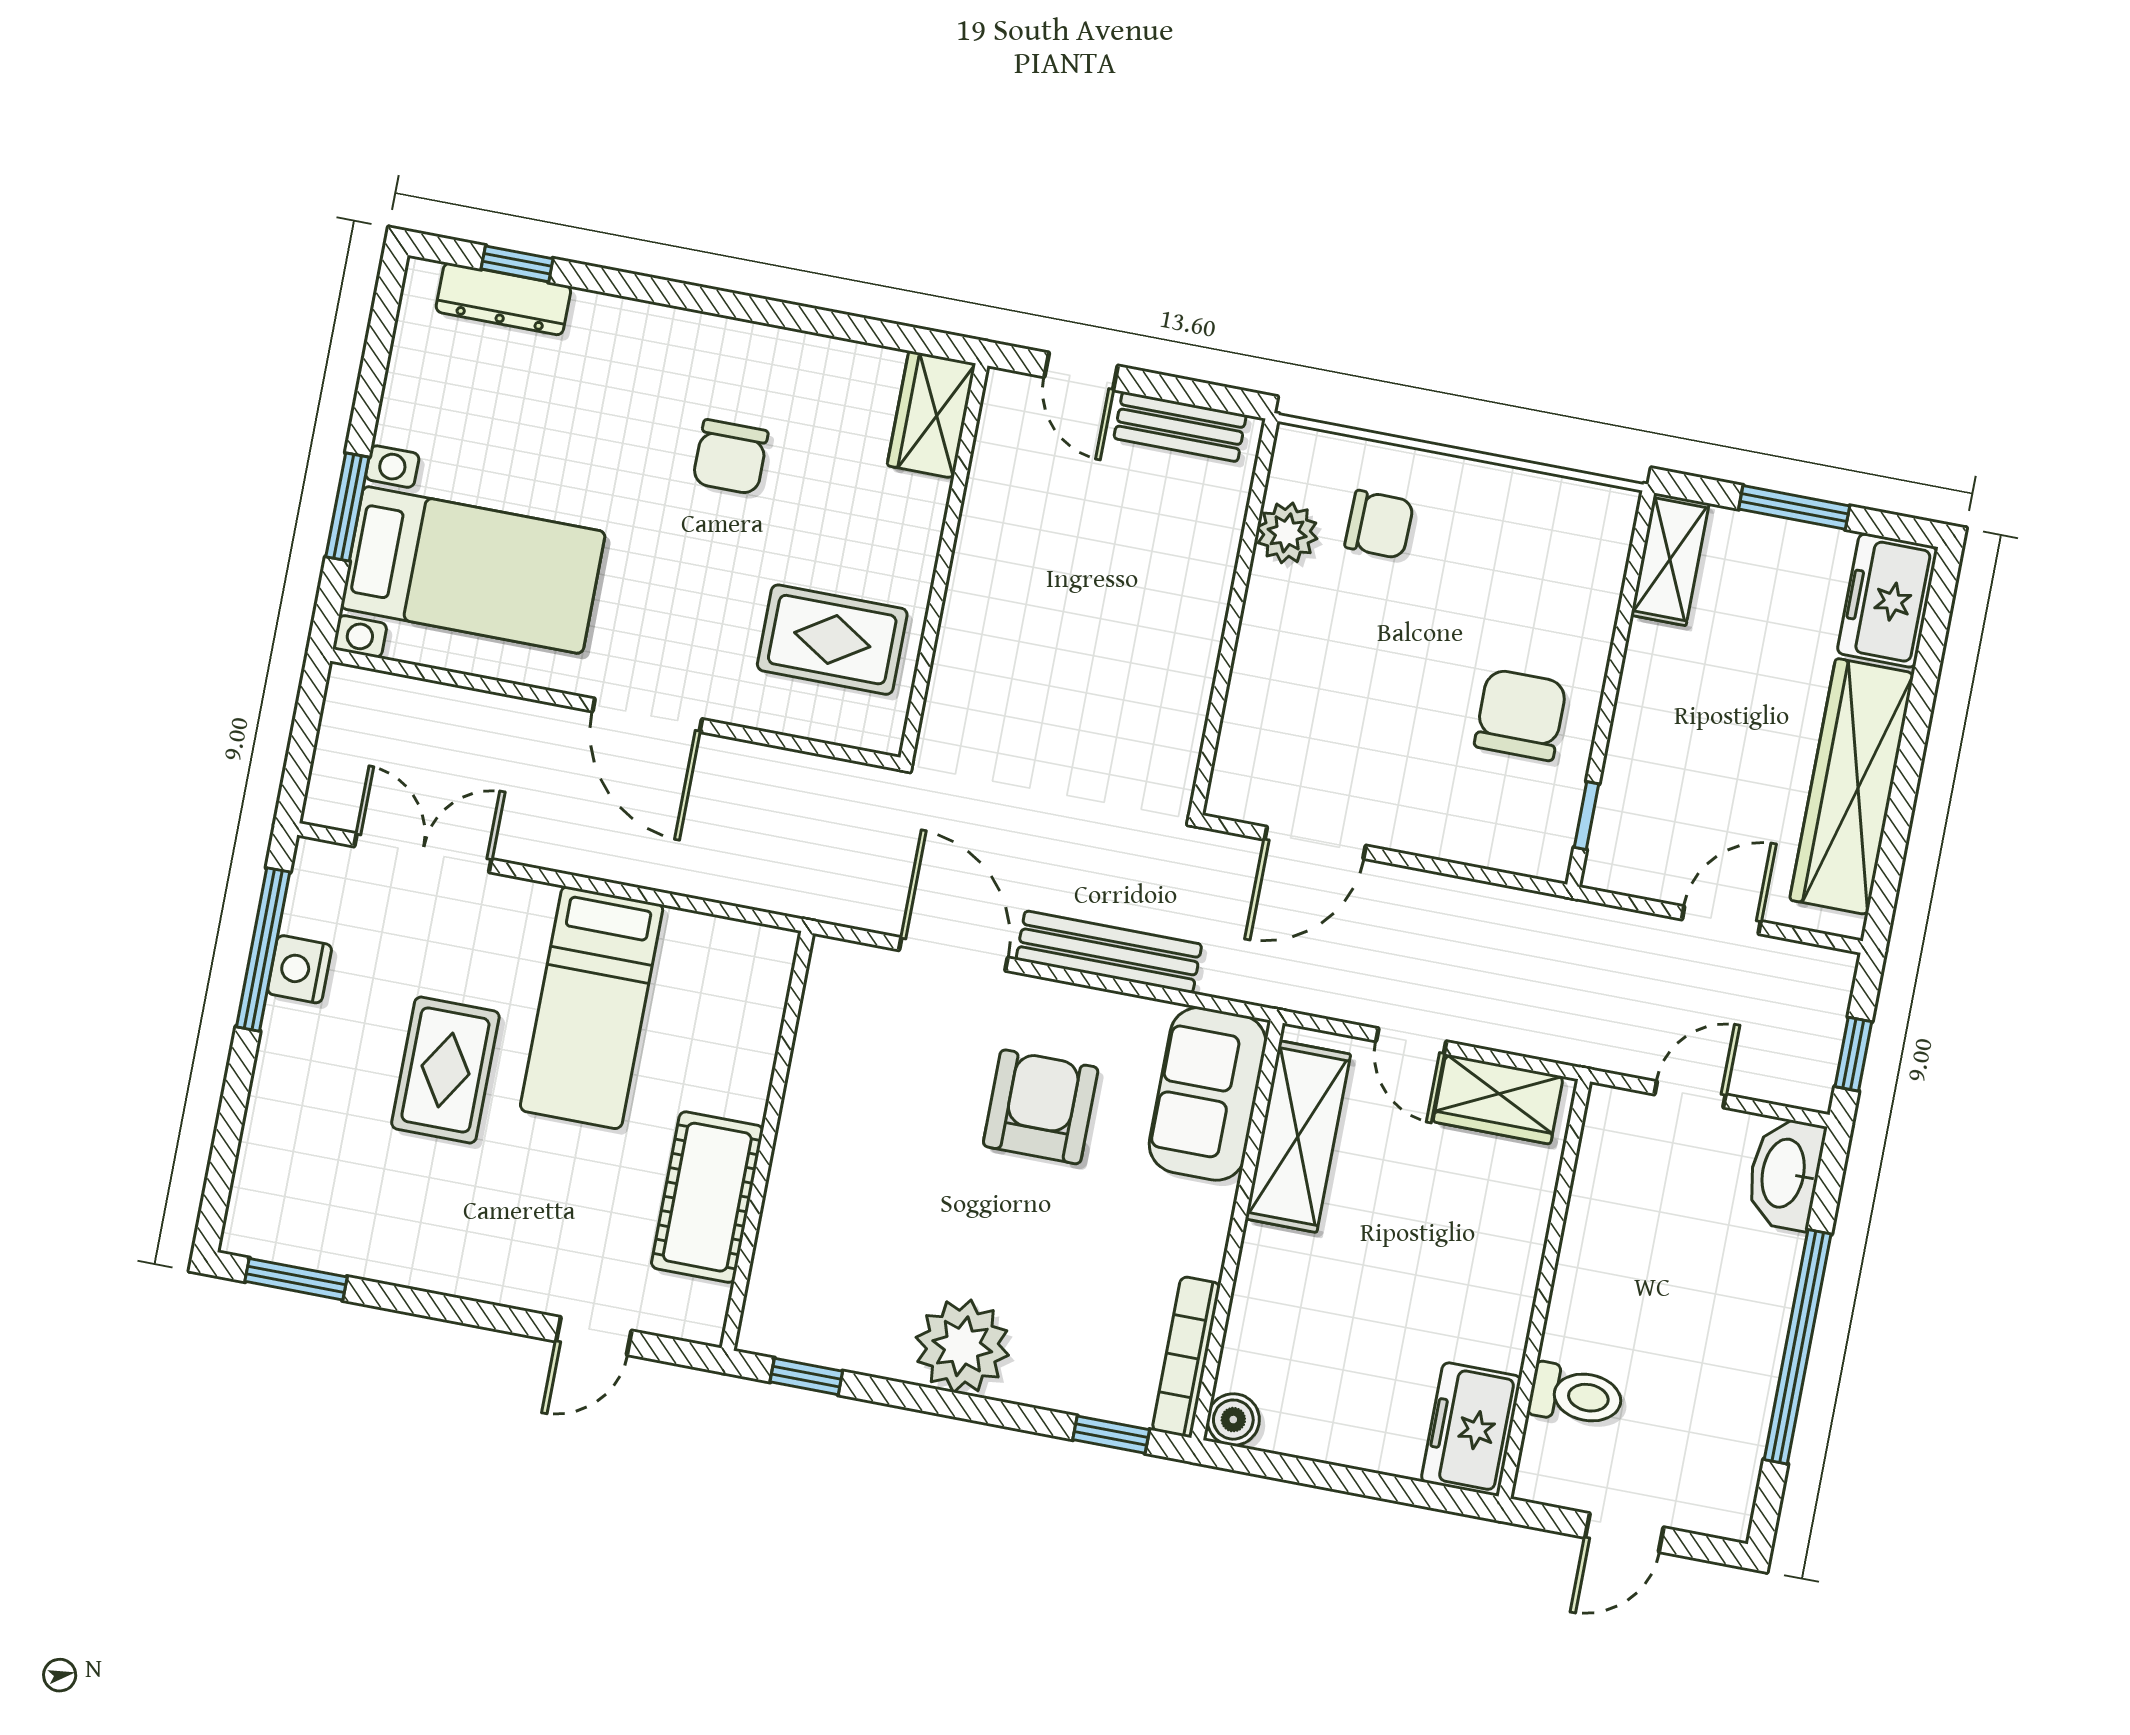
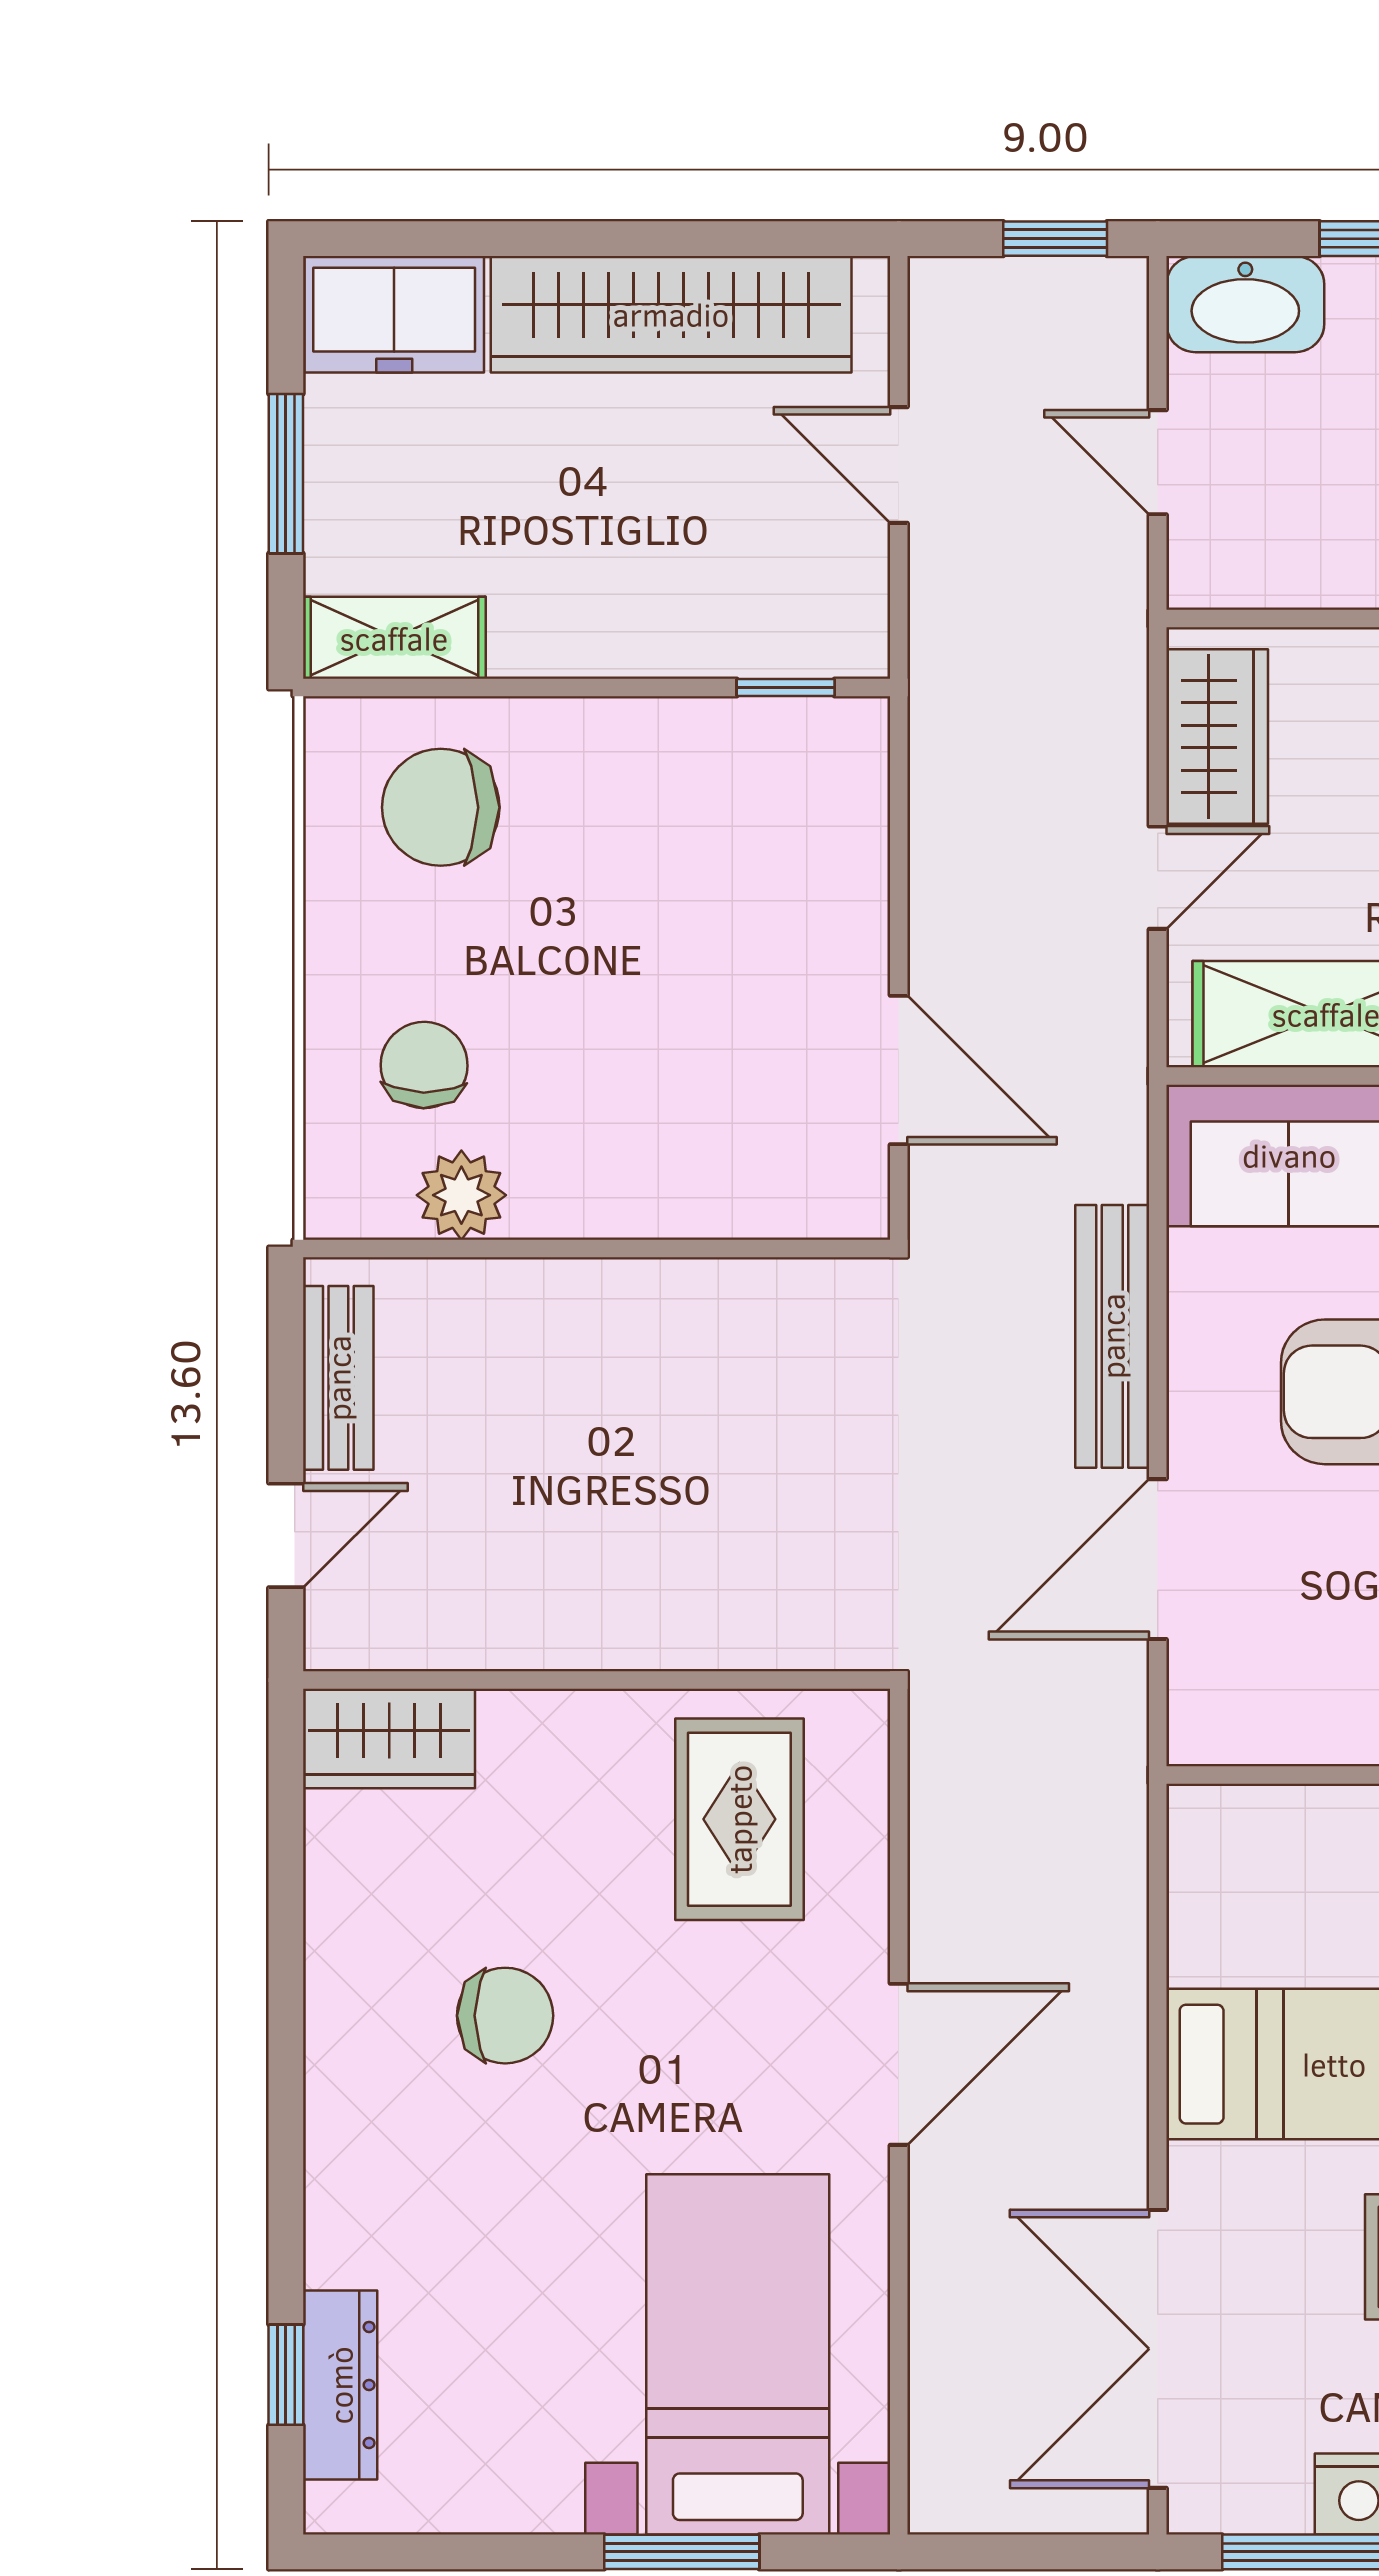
chair: (1521, 715) -> (441, 807), moved
double door: (423, 853) -> (1158, 2349), width x1.37

